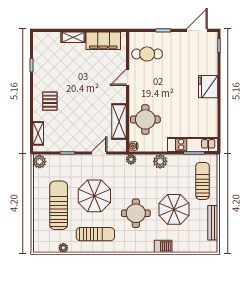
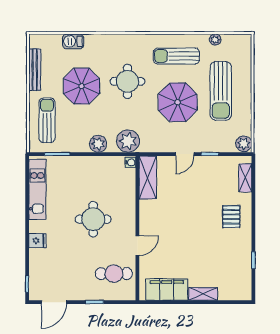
fridge: (208, 87) -> (37, 241), width x0.53, depth x0.75
round table: (145, 119) -> (93, 219), moved
shelving: (119, 122) -> (148, 177), moved
kitchen unit: (193, 145) -> (37, 189), moved, turned -90
door: (99, 153) -> (185, 154), moved
plant: (131, 159) -> (128, 141), width x1.87, depth x1.87
sun lounger: (203, 181) -> (47, 120), turned 180
barbecue: (163, 246) -> (73, 41), moved

